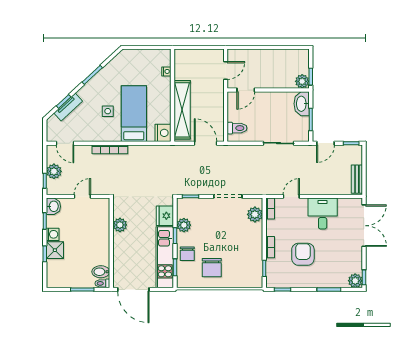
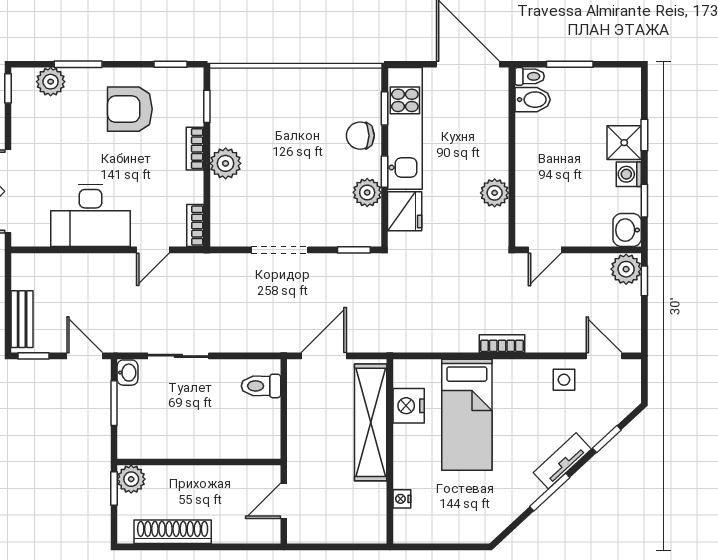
shoe rack: (281, 55) -> (173, 532), added
door: (246, 90) -> (244, 462), removed
washbasin: (302, 104) -> (128, 373), moved, width x0.52, depth x0.69
tv unit: (68, 107) -> (562, 461), moved
side table: (108, 111) -> (564, 380), moved
nightstand: (163, 133) -> (409, 406), moved
door: (206, 143) -> (324, 356), swing flipped
door: (325, 143) -> (85, 356), hinge flipped
bookcase: (110, 149) -> (502, 344), width x0.64
plant: (54, 171) -> (626, 269), moved
bench: (357, 179) -> (22, 319), moved
door: (82, 196) -> (545, 250), moved
plant: (255, 214) -> (226, 163), moved
desk: (323, 214) -> (91, 216), width x1.37
chair: (187, 254) -> (360, 136), turned -90
armchair: (303, 254) -> (130, 109), moved, turned 90
chair: (212, 268) -> (311, 108), removed
plant: (355, 281) -> (51, 82), moved

